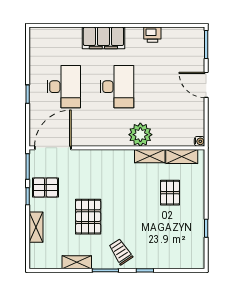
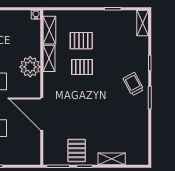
door: (53, 148) -> (42, 114), moved
pallet: (88, 217) -> (82, 67), moved, width x0.67, depth x0.71
trolley: (121, 252) -> (133, 84), turned 95
shelving: (77, 262) -> (143, 23), moved

